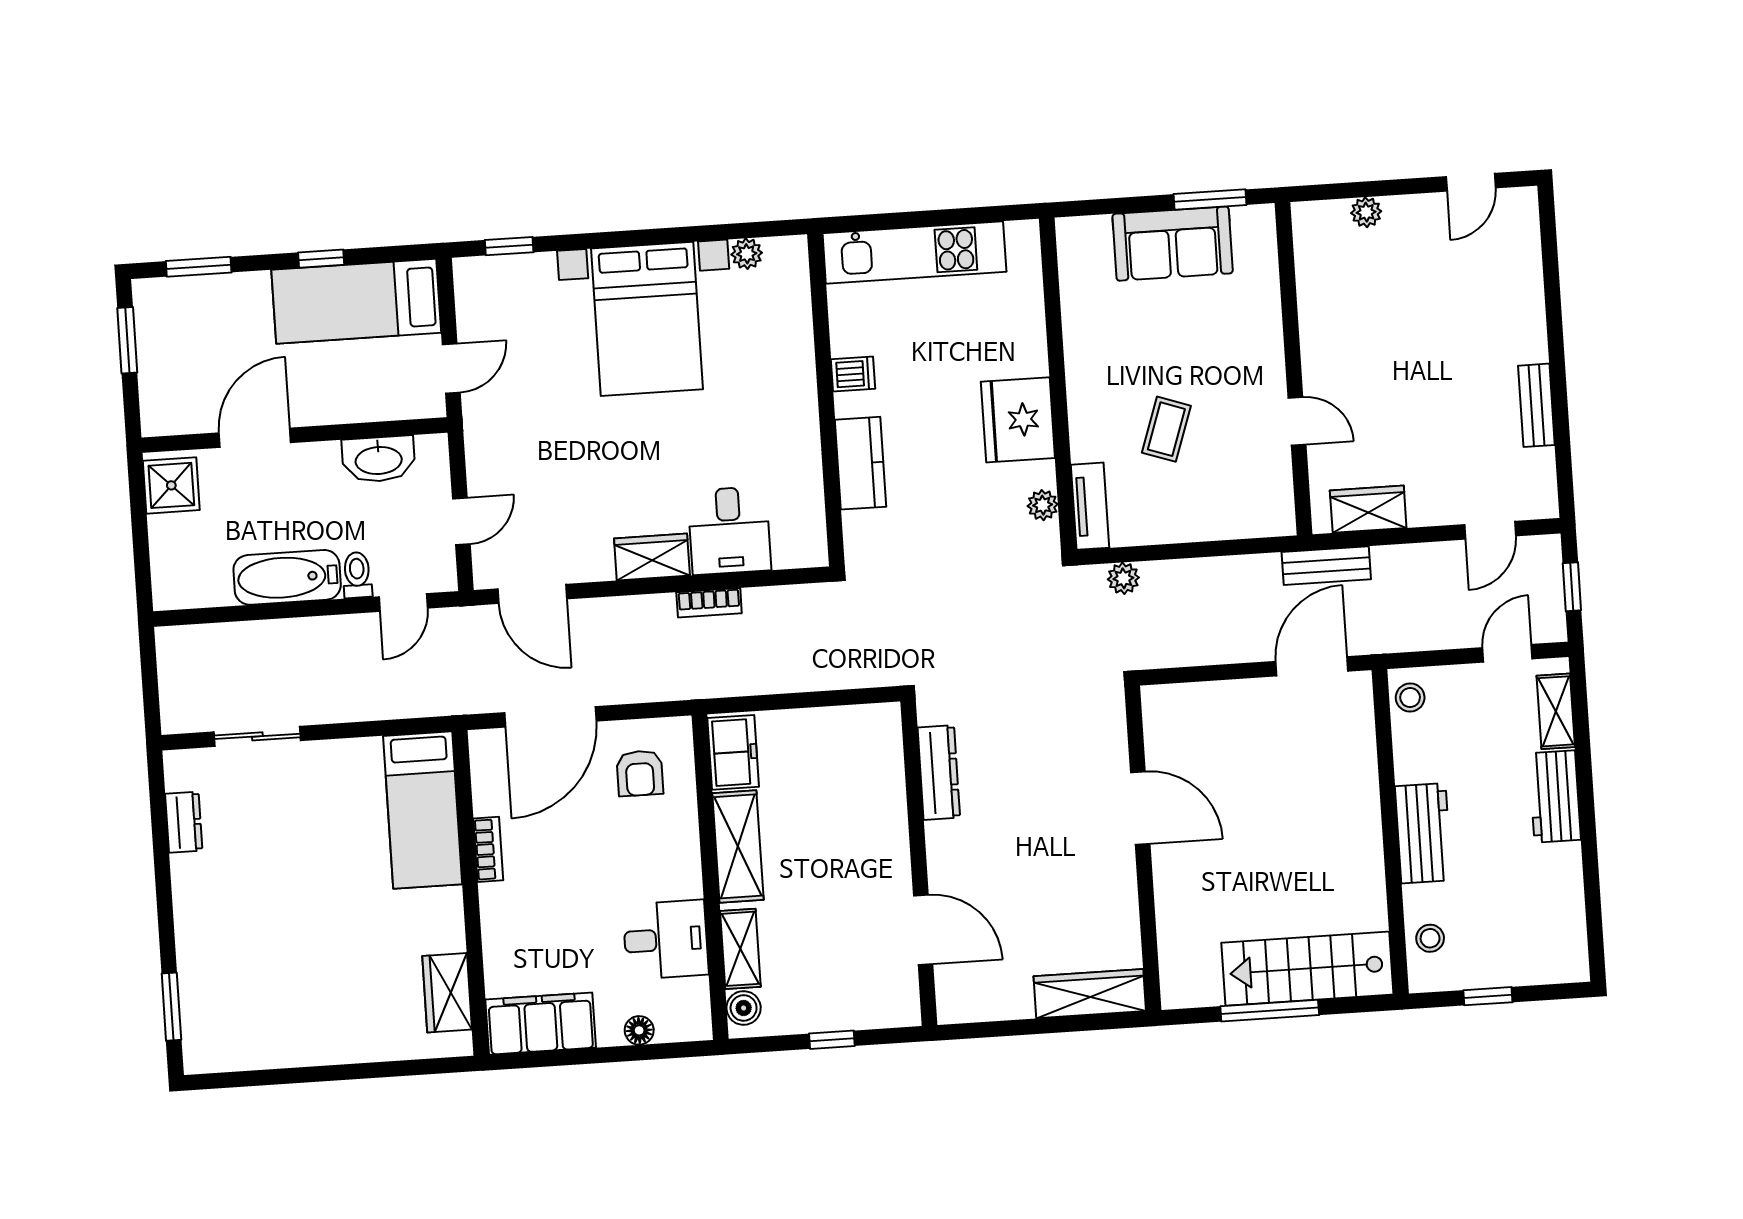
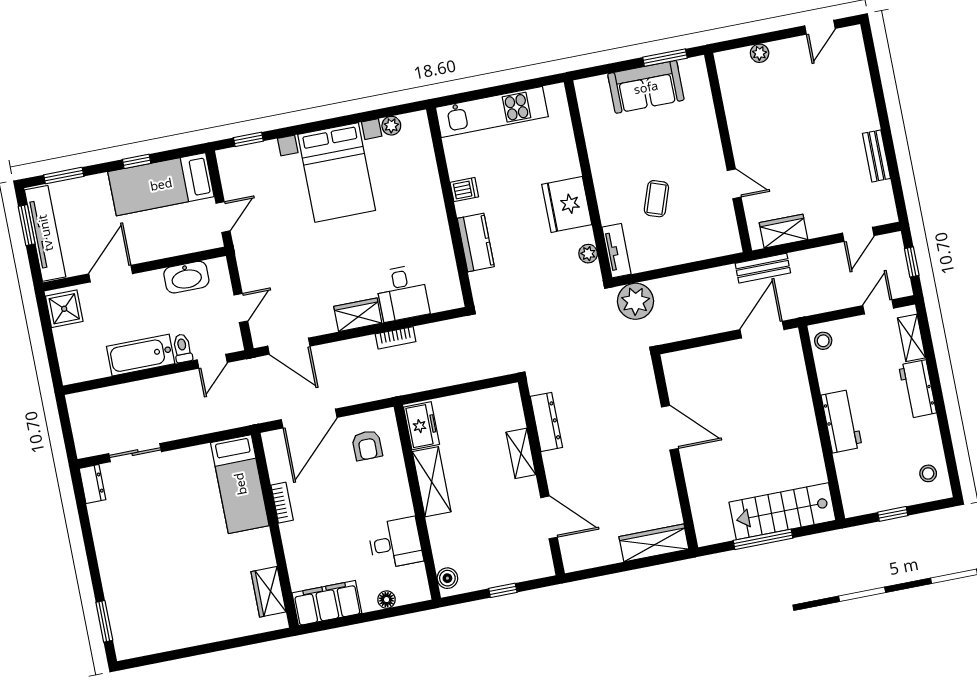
tv unit: (156, 358) -> (45, 233), added
plant: (1123, 578) -> (635, 301), width x1.87, depth x1.87
dresser: (184, 822) -> (92, 484), moved
stool: (1430, 938) -> (928, 473), moved
shelving: (740, 949) -> (521, 453), moved

